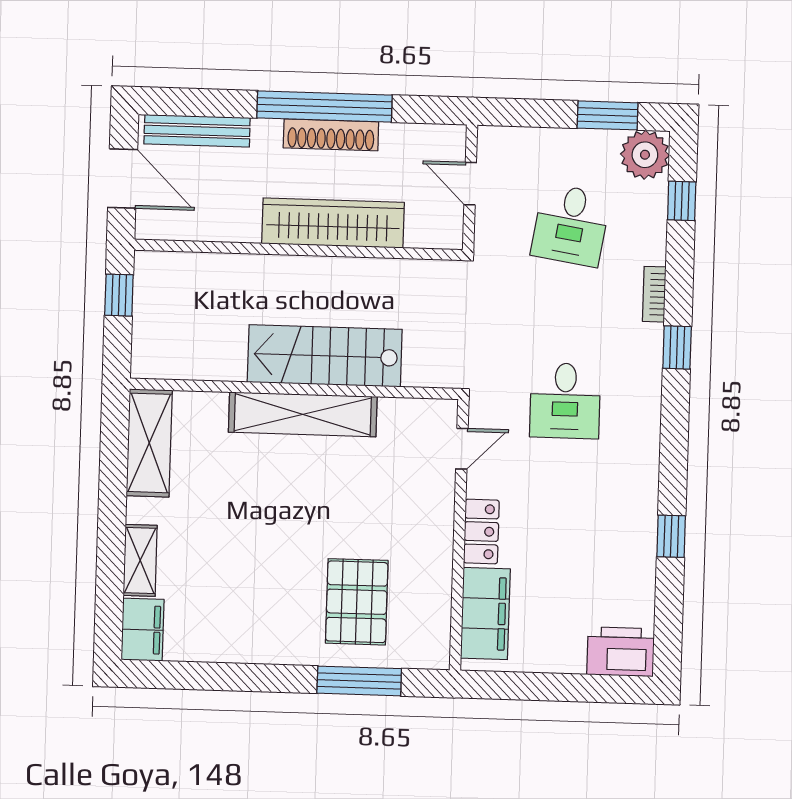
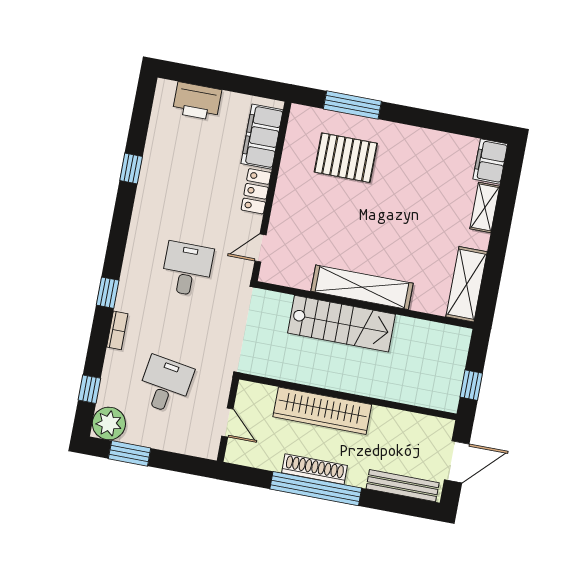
door: (123, 179) -> (457, 462), swing flipped
pallet: (357, 602) -> (346, 158), turned 90
printer: (621, 652) -> (197, 101), moved

